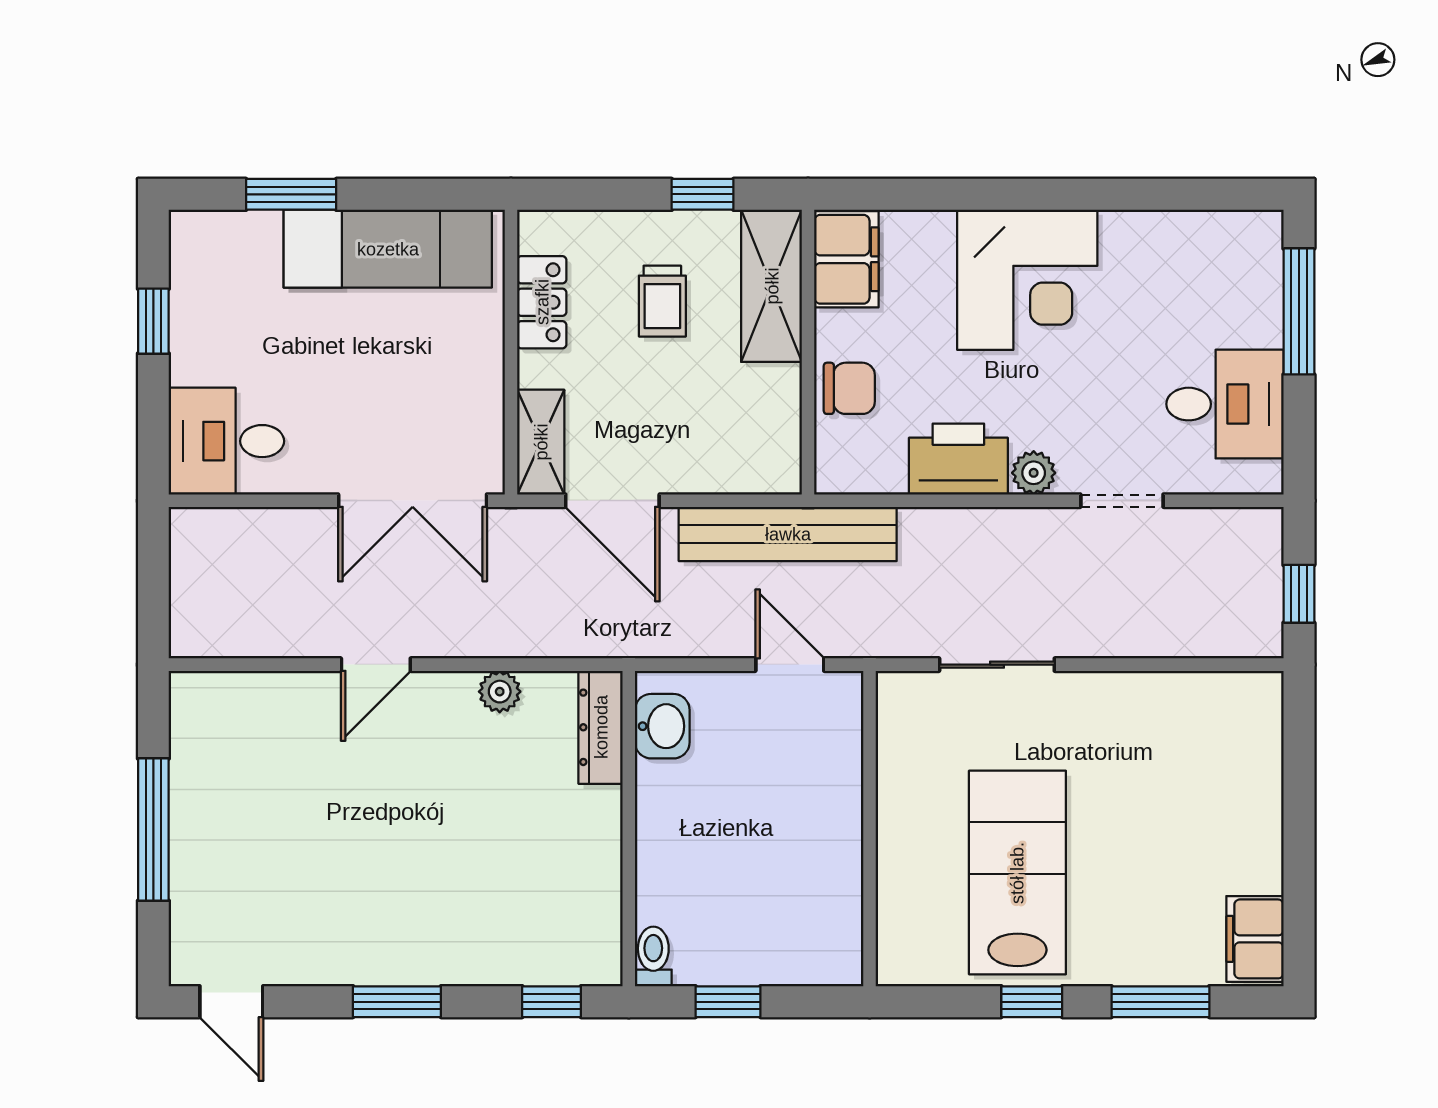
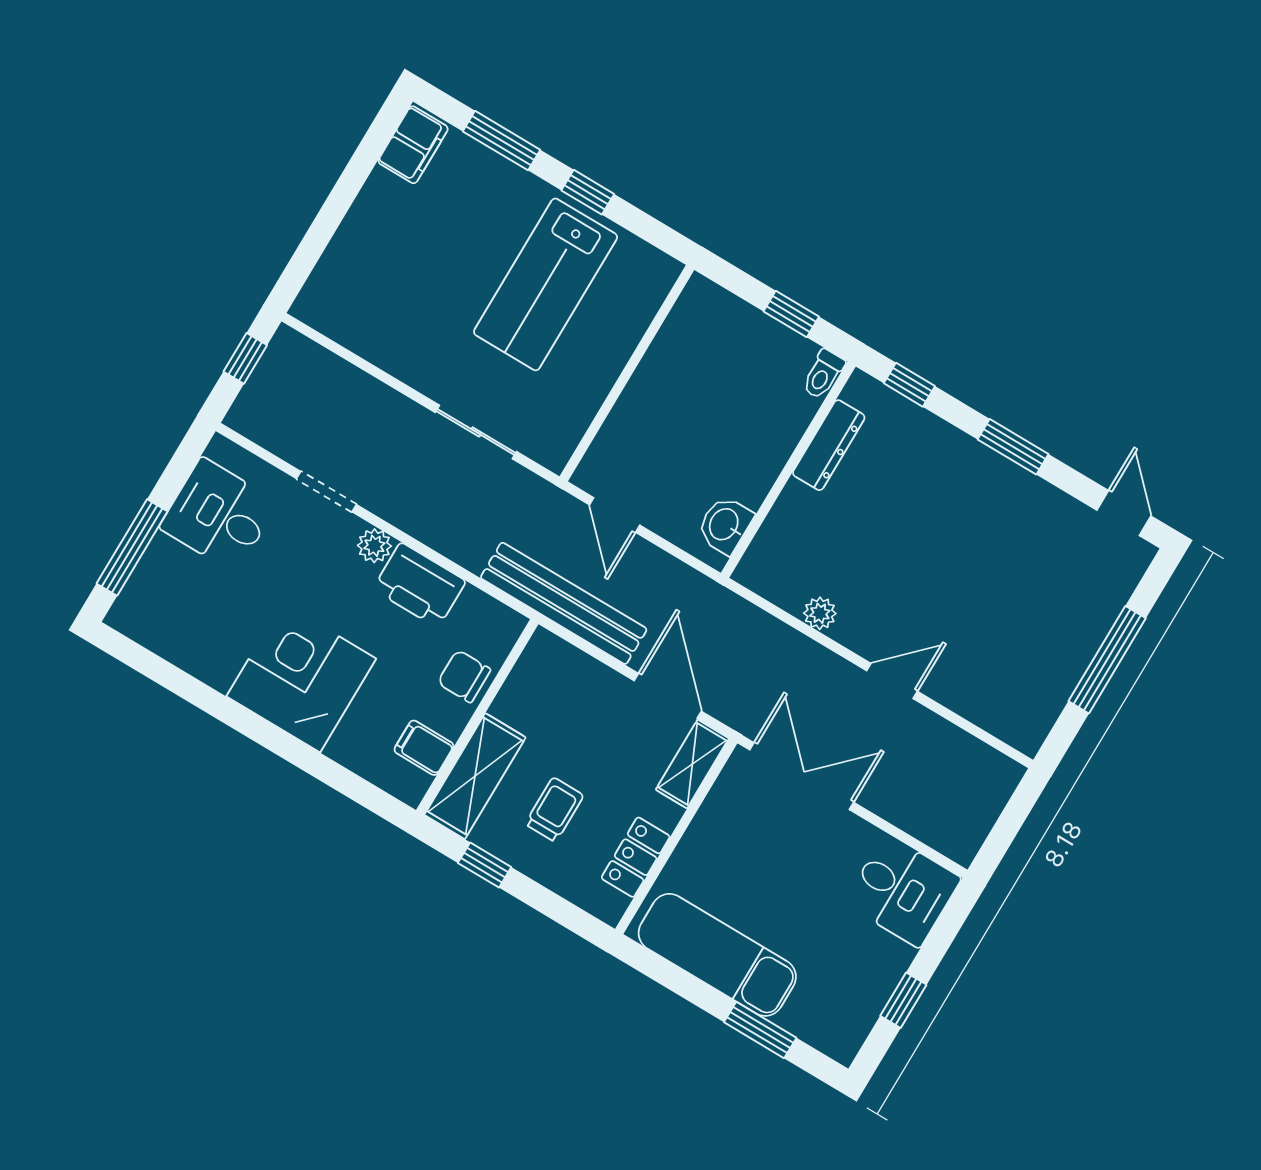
filing cabinet: (846, 259) -> (424, 748), width x0.50
dresser: (601, 727) -> (829, 445), moved

